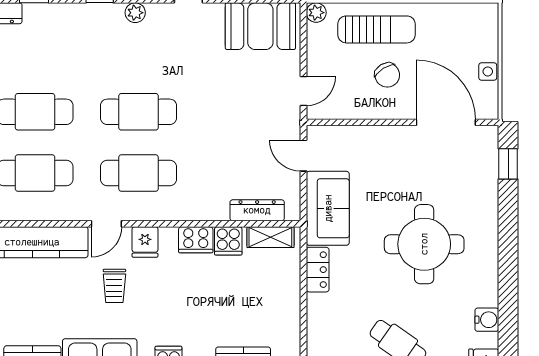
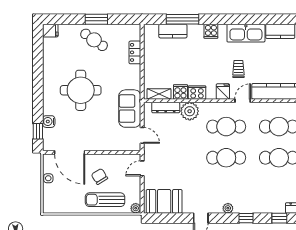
plant: (210, 203) -> (190, 111), added
locker: (318, 270) -> (135, 52), moved
water cooler: (487, 320) -> (49, 122), moved

